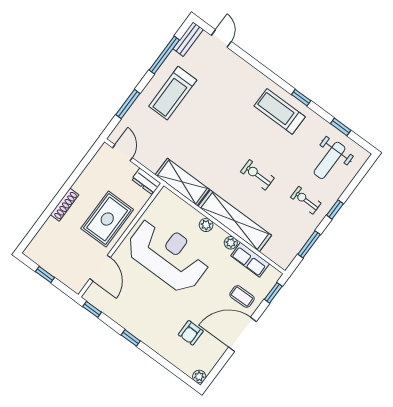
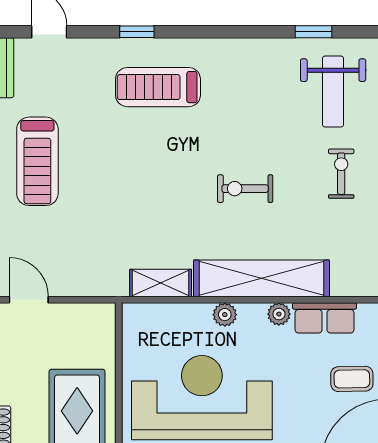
window: (301, 98) -> (137, 32), moved
treadmill: (280, 111) -> (158, 87), moved
dresser: (146, 181) -> (93, 316), removed
shelving: (182, 182) -> (161, 283), width x0.67, depth x0.75
exercise bike: (306, 200) -> (341, 174), turned 89

